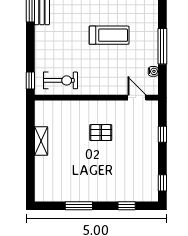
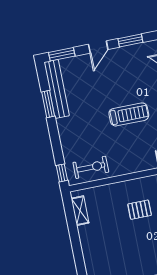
shelving: (41, 141) -> (80, 211), moved

